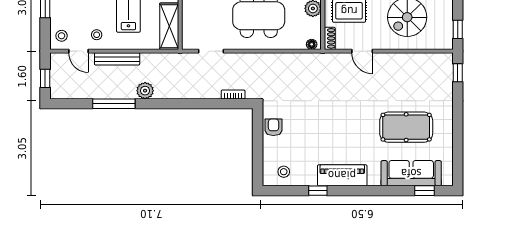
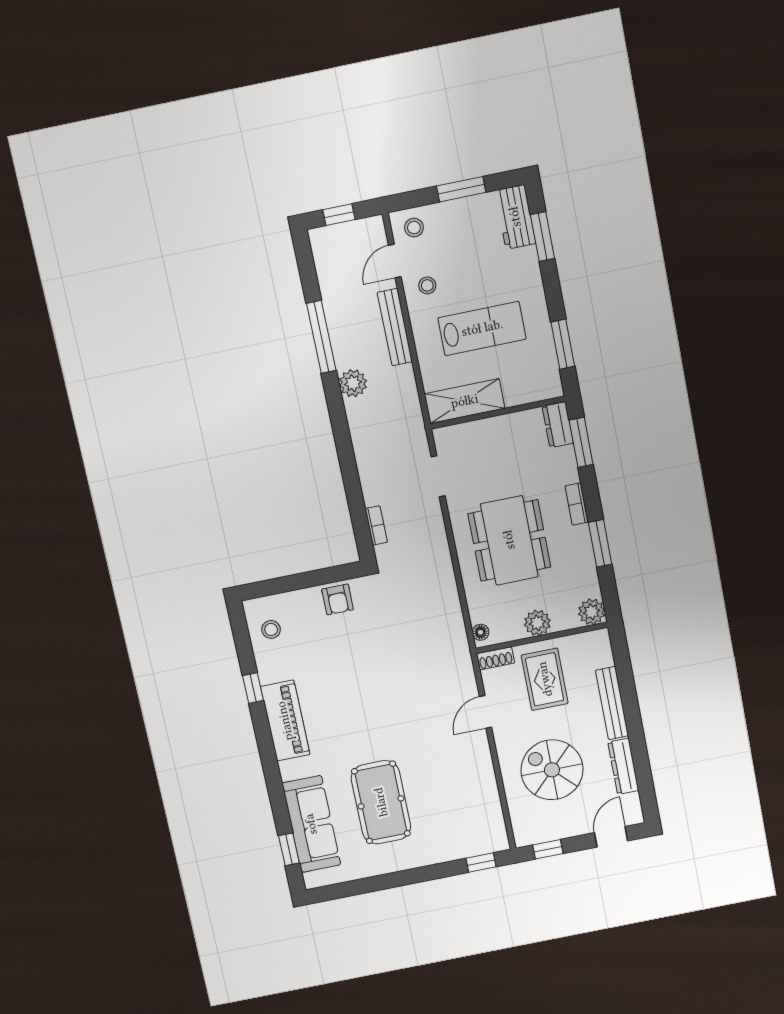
armchair: (273, 127) -> (338, 599), turned 90

